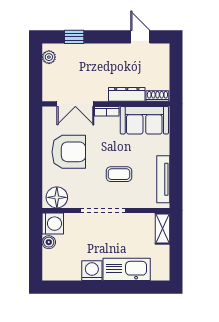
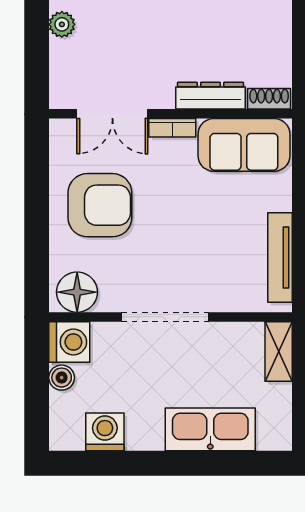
coffee table: (119, 174) -> (196, 248), removed
washing machine: (92, 271) -> (105, 432), moved

